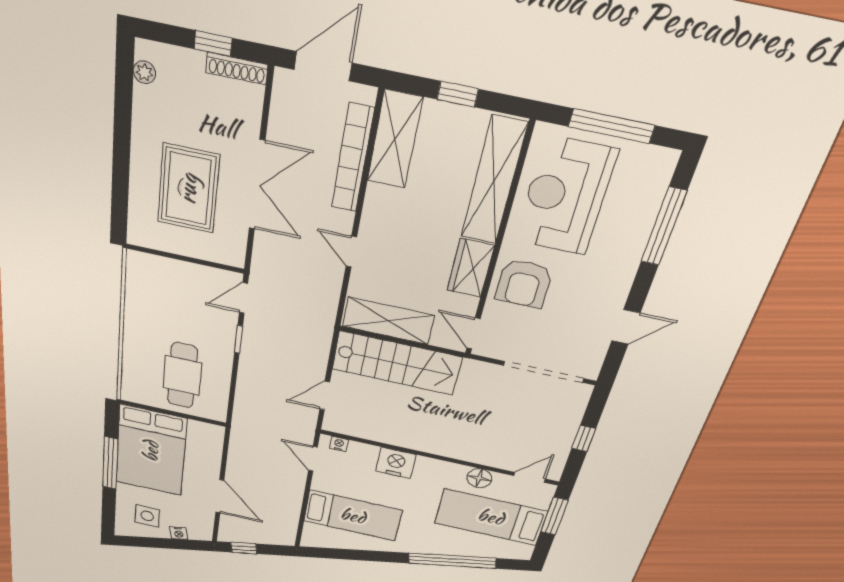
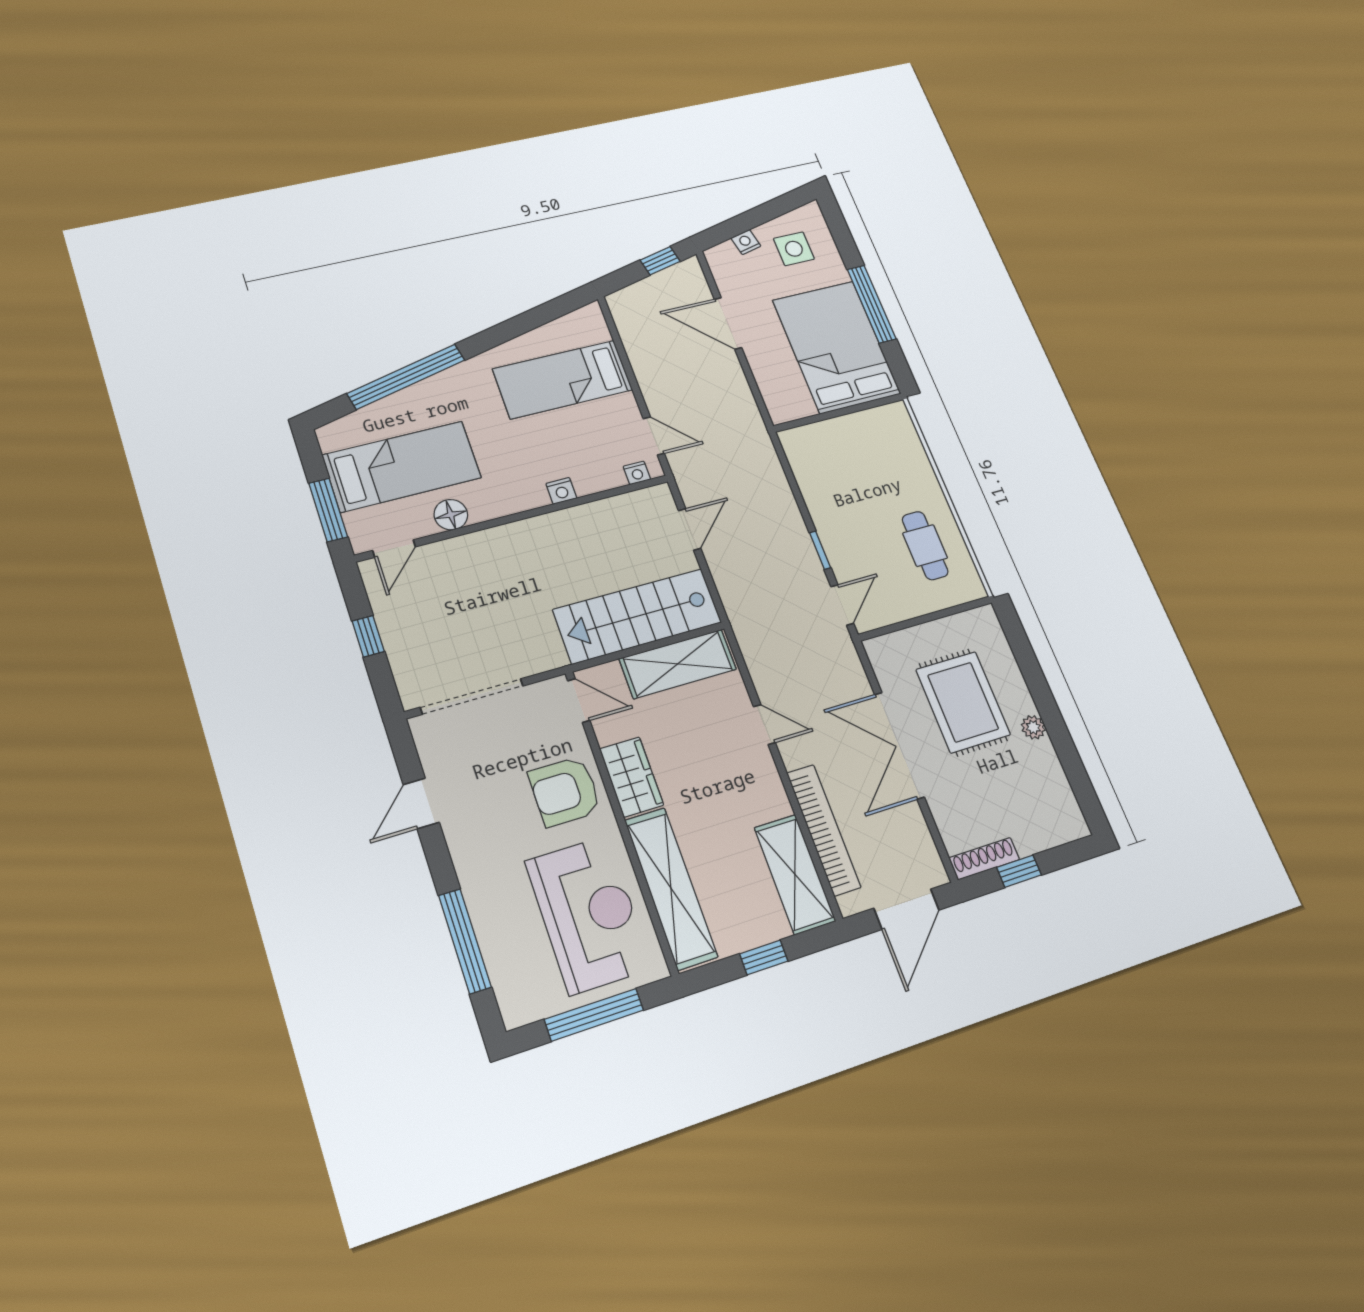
plant: (144, 72) -> (1033, 727), moved
armchair: (524, 283) -> (565, 791), turned -90
cafe table: (182, 375) -> (925, 546), moved, width x0.73, depth x0.74
nightstand: (396, 463) -> (561, 491), width x0.53, depth x0.56

